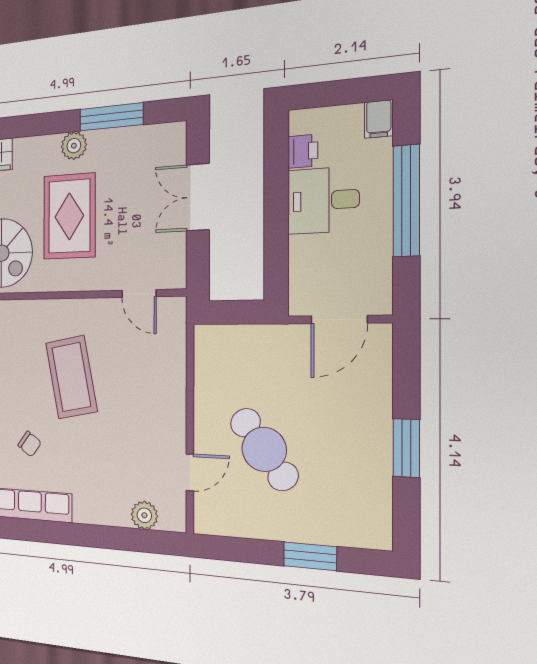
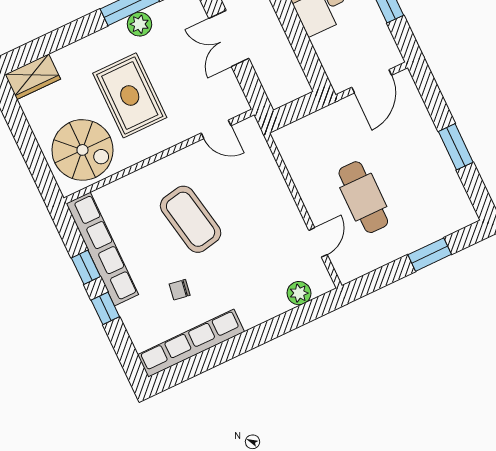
plant: (74, 146) -> (139, 24), moved
chair: (30, 444) -> (180, 290), turned 153
cafe table: (264, 449) -> (363, 197), turned 36

